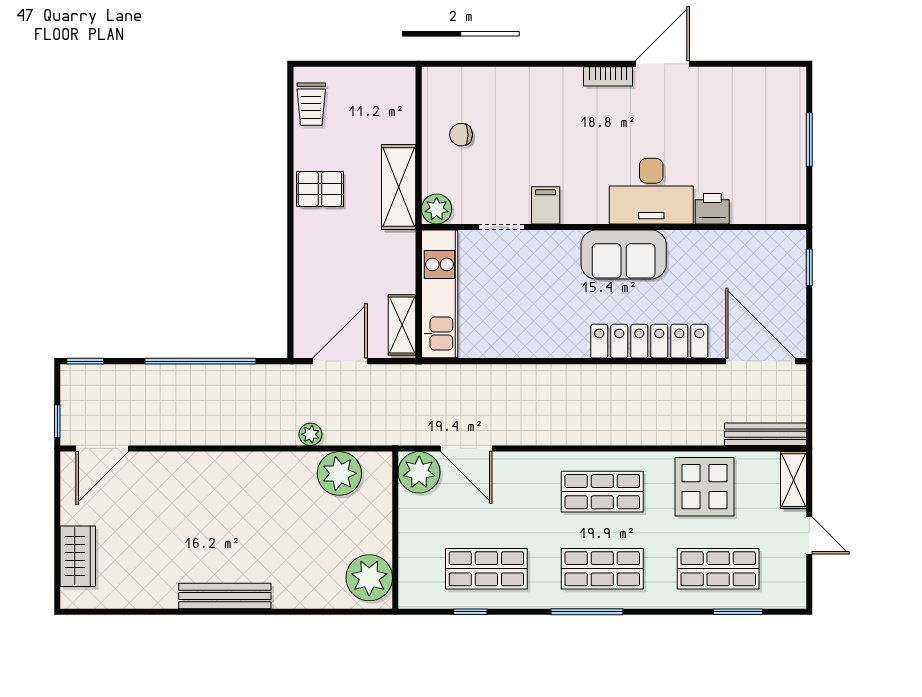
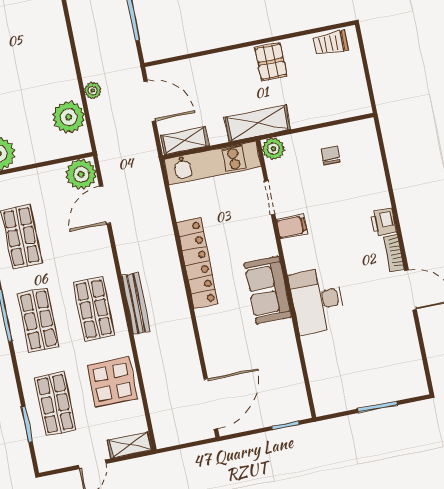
shelving: (399, 187) -> (258, 123), moved
printer: (712, 209) -> (383, 222), moved, turned 180
locker: (649, 341) -> (197, 263), moved
bench: (766, 434) -> (136, 304), moved

